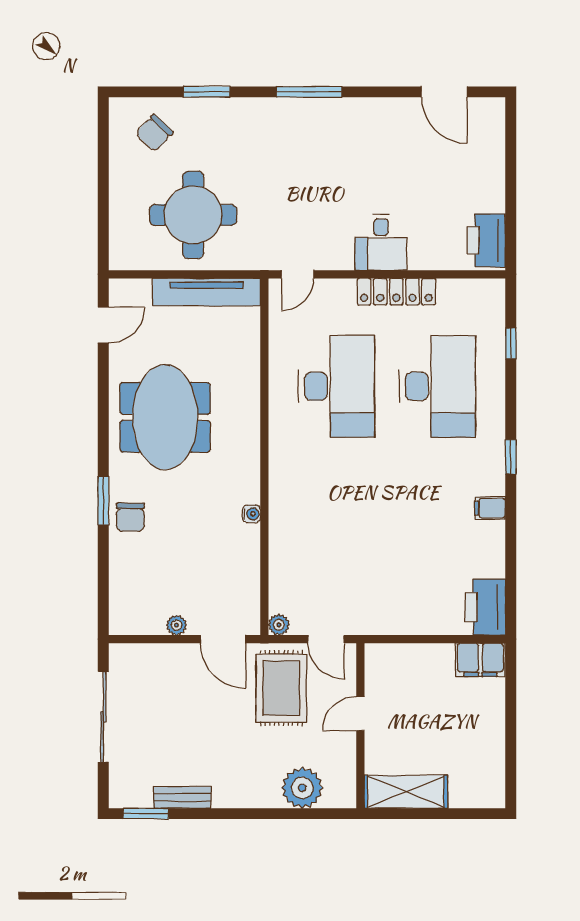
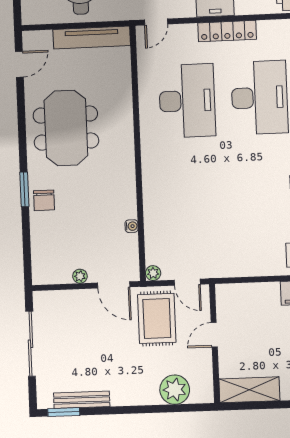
water cooler: (251, 514) -> (132, 226), moved
bench: (182, 797) -> (82, 400), width x1.36

